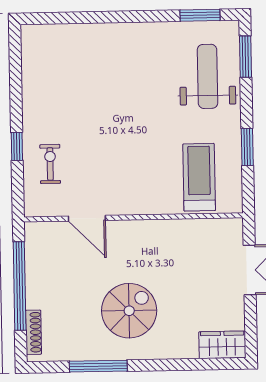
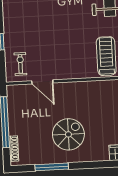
exercise bike: (50, 164) -> (20, 64), moved

